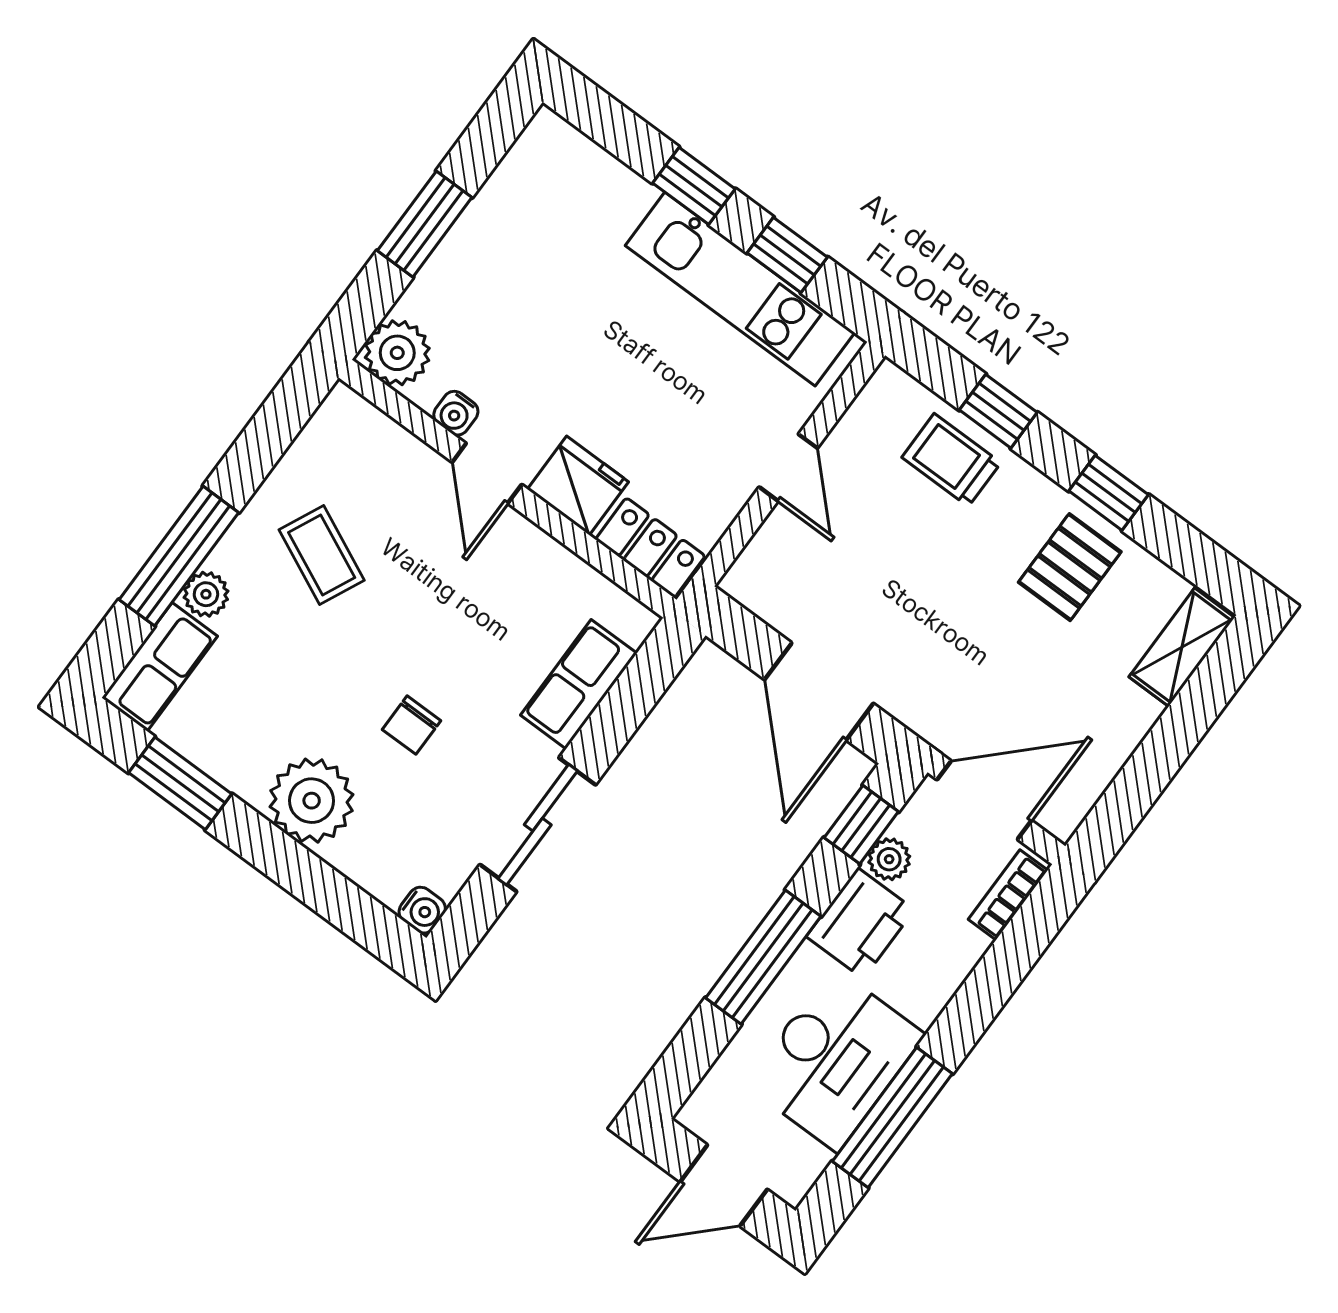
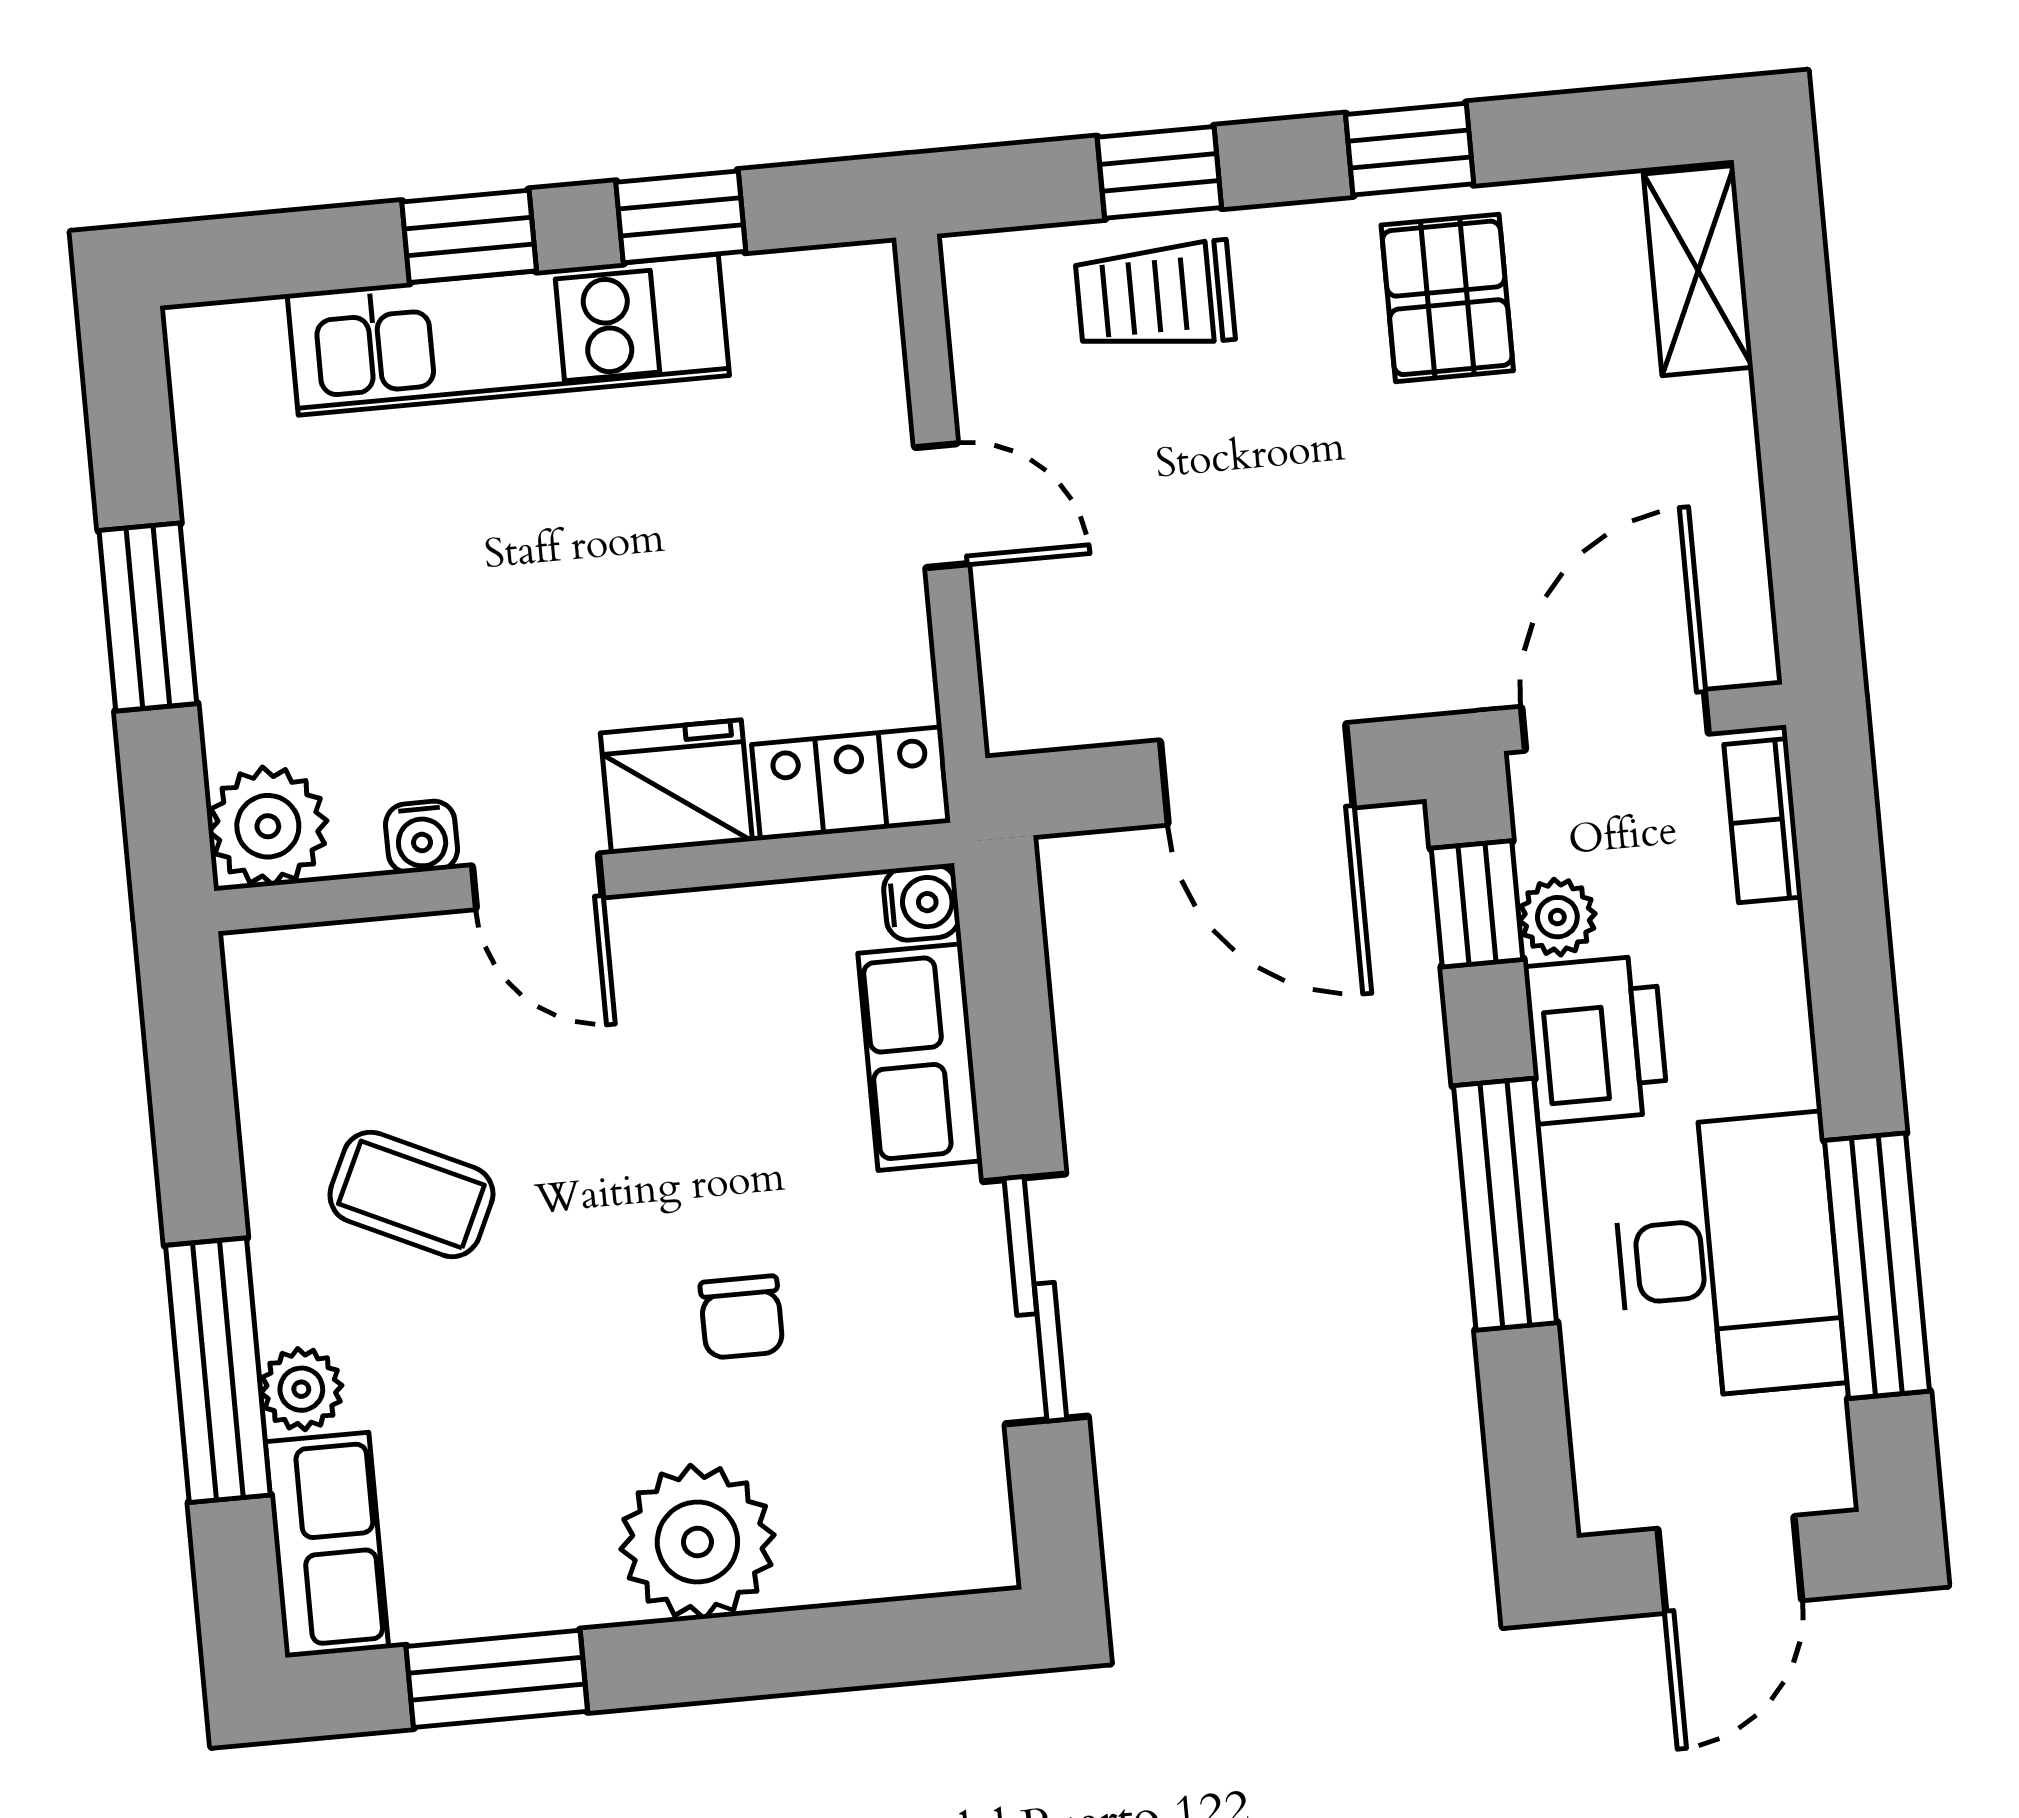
kitchen unit: (740, 289) -> (508, 335), moved
water cooler: (422, 910) -> (921, 903), moved

